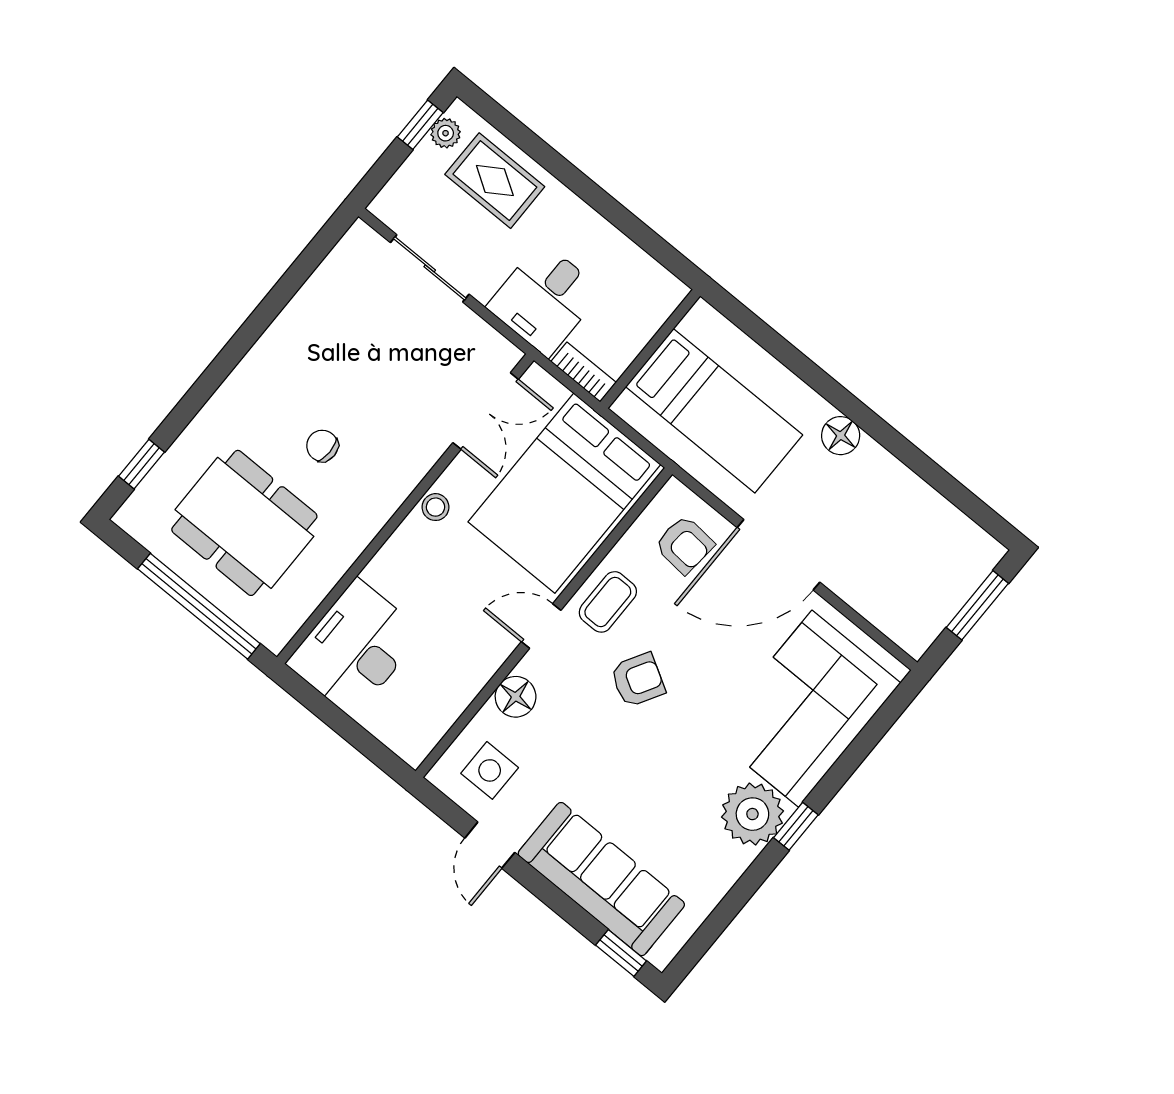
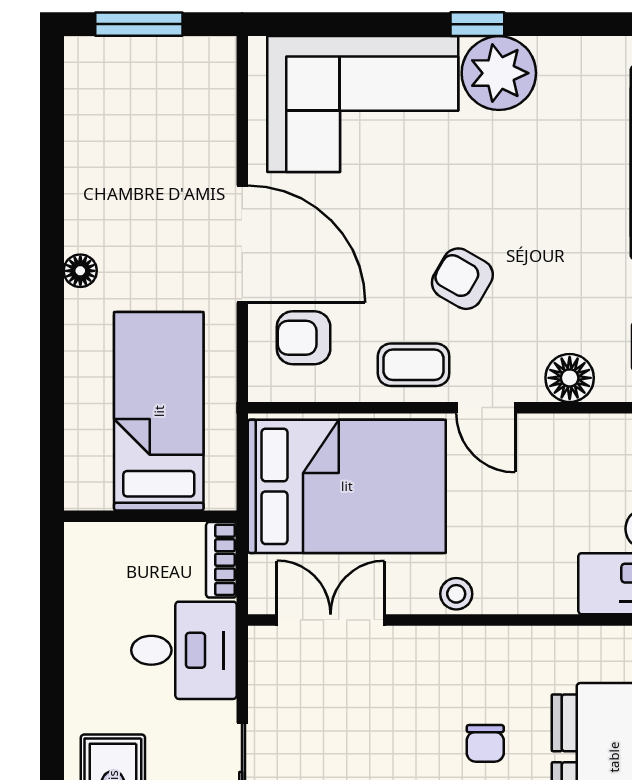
floor lamp: (841, 436) -> (80, 271), width x0.73, depth x0.73
armchair: (684, 545) -> (304, 338), turned -95

